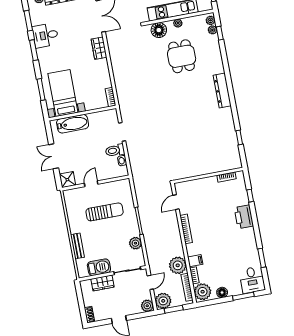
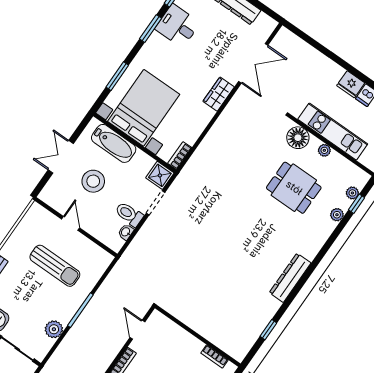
plant: (211, 20) -> (337, 215), moved
dining table: (182, 56) -> (294, 188), turned 90
dresser: (222, 91) -> (290, 278), moved
bed with nightstands: (63, 93) -> (144, 108), width x1.36
stool: (81, 152) -> (93, 181), added
shower: (67, 180) -> (160, 175), moved
door: (91, 184) -> (71, 223), hinge flipped
door: (176, 202) -> (137, 330), hinge flipped

